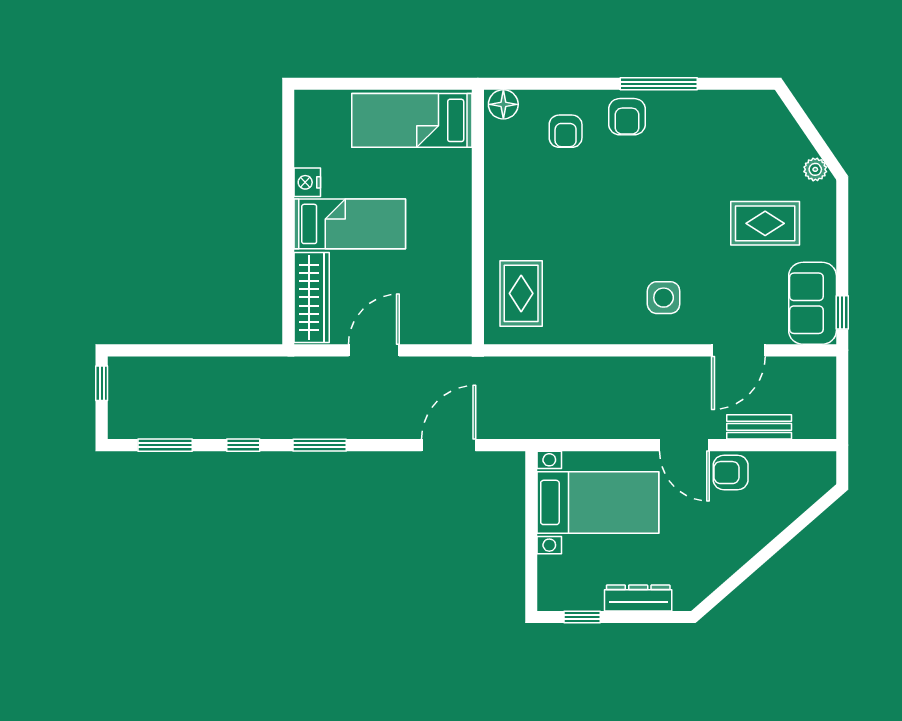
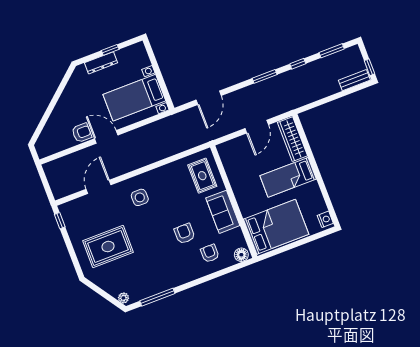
window: (659, 84) -> (157, 297), moved
armchair: (627, 117) -> (185, 234), moved
bed: (412, 120) -> (276, 227), width x1.50
plant: (815, 169) -> (123, 298), moved
nightstand: (307, 182) -> (325, 219), moved
rug: (765, 223) -> (108, 246), width x1.36, depth x1.43
sofa: (813, 303) -> (223, 212), moved, turned 180
bench: (759, 427) -> (354, 80), moved
window: (582, 617) -> (110, 50), moved

